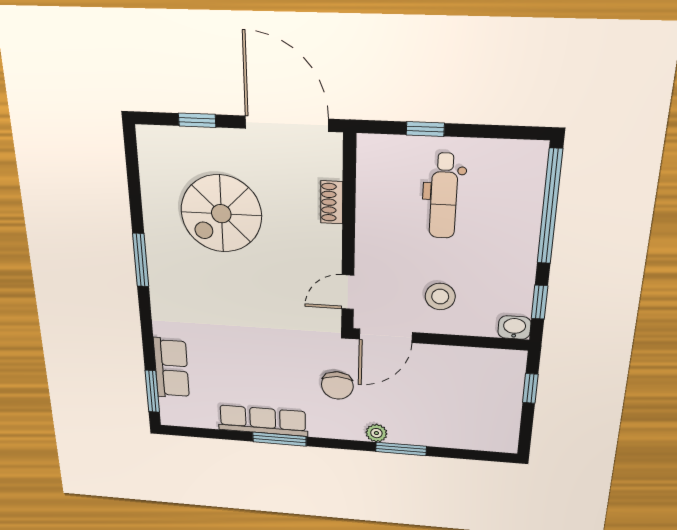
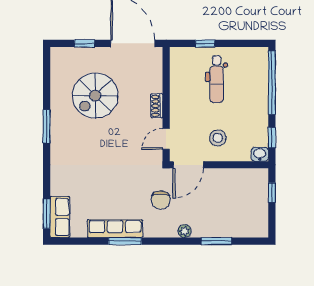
shoe rack: (332, 202) -> (157, 106), moved
row of seats: (171, 368) -> (60, 217), moved
window: (401, 449) -> (216, 241), moved

